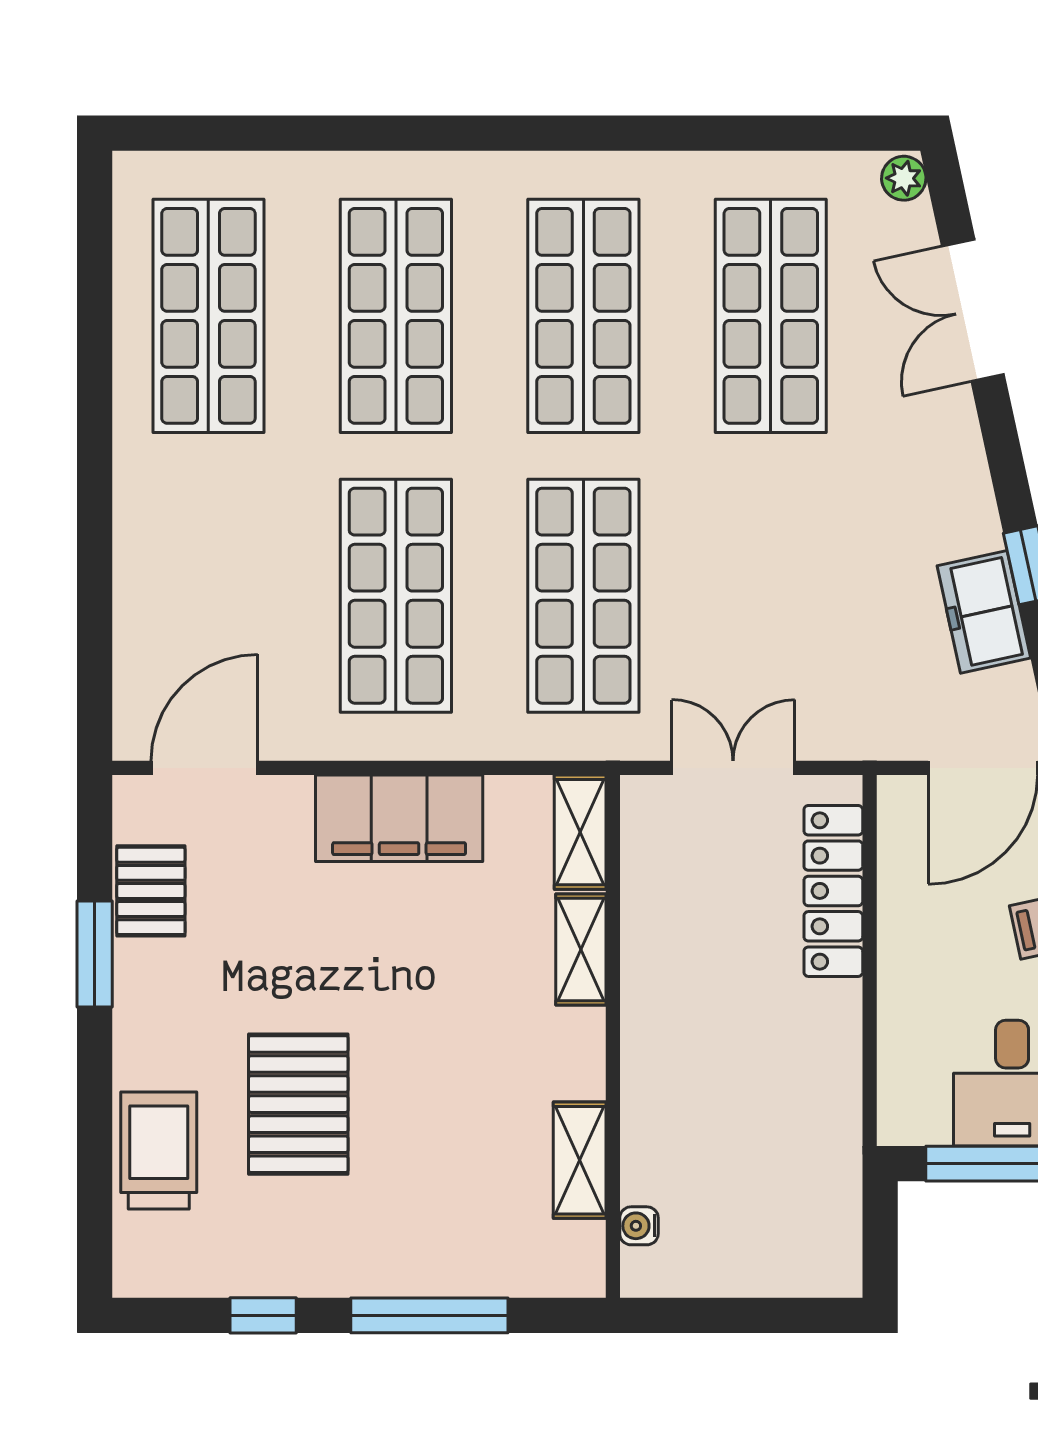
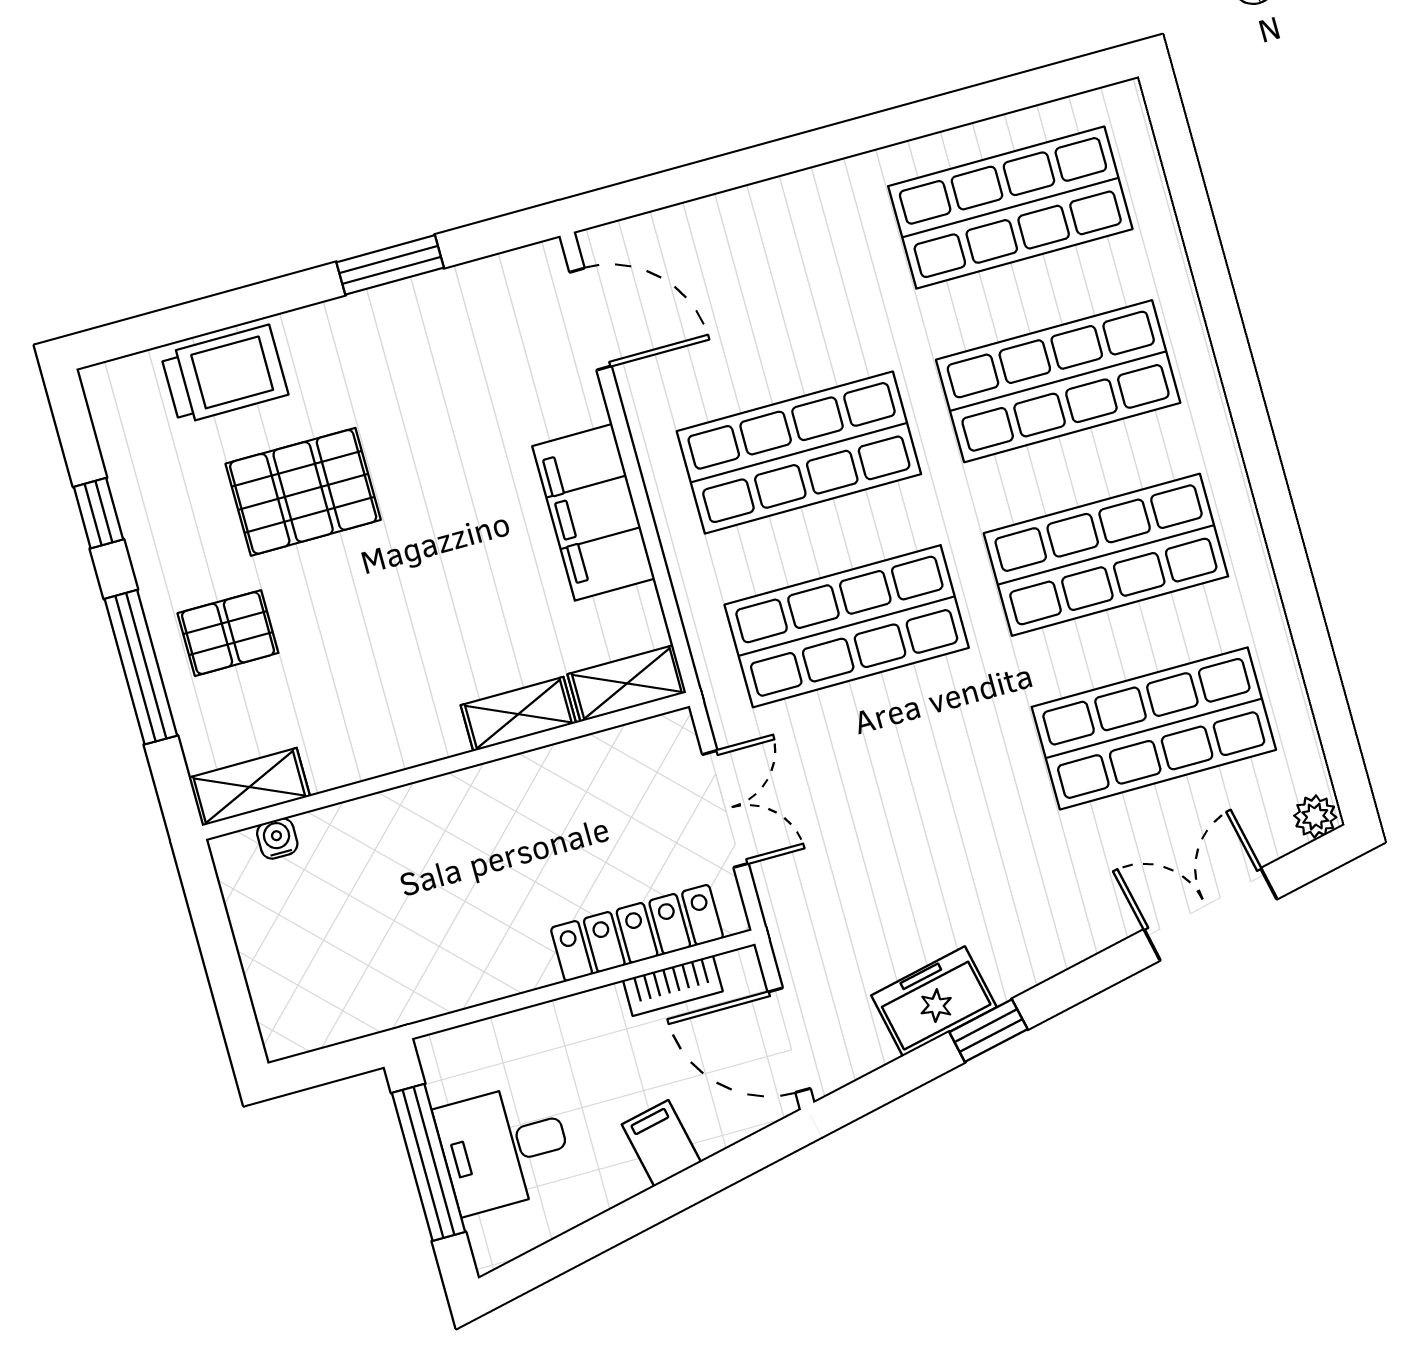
bookcase: (896, 870) -> (673, 986), added
pallet: (151, 891) -> (228, 633), moved
shelving: (580, 1160) -> (249, 787), moved

